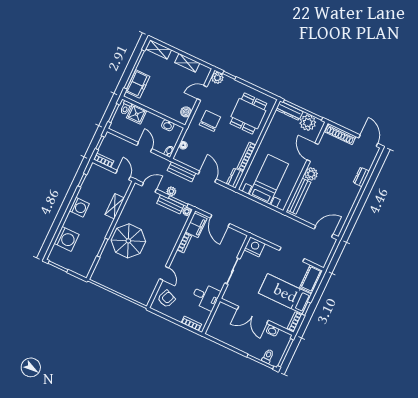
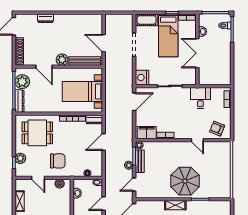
plant: (217, 78) -> (20, 158), moved
chair: (210, 121) -> (58, 161), turned 180
door: (313, 152) -> (44, 67), hinge flipped
bench: (182, 172) -> (109, 164), removed
door: (149, 187) -> (134, 185), hinge flipped
shelving: (115, 206) -> (175, 205), moved
door: (220, 221) -> (134, 102), moved
door: (324, 231) -> (104, 43), moved
door: (164, 273) -> (197, 140), swing flipped
double door: (253, 315) -> (197, 53), swing flipped

